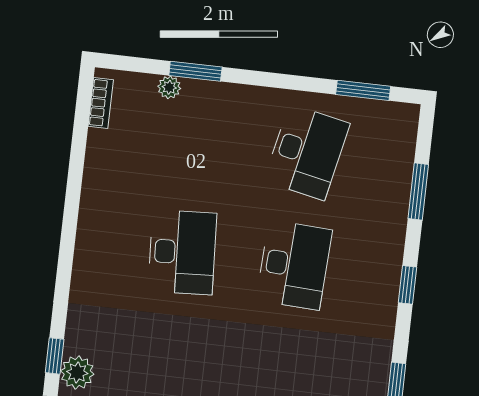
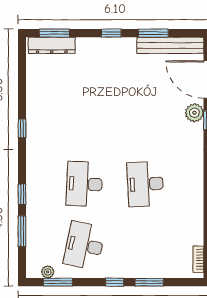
window: (259, 79) -> (115, 282), added
plant: (169, 87) -> (48, 272), moved
window: (408, 285) -> (22, 194), moved

